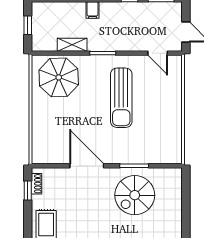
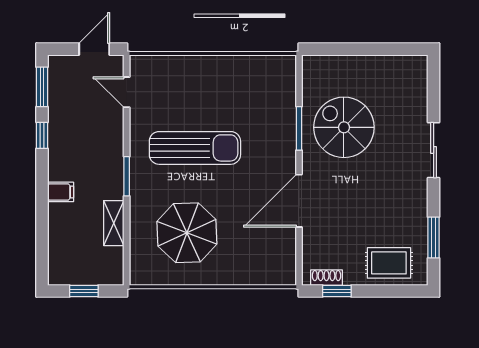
door: (158, 53) -> (127, 92), swing flipped
parasol: (59, 77) -> (187, 233), moved
spiral stairs: (135, 195) -> (344, 127), turned 180

